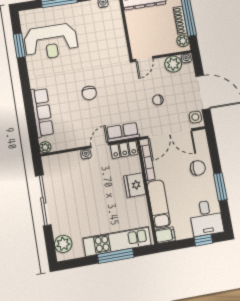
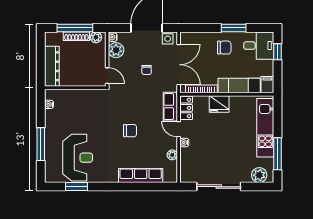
plant: (45, 147) -> (172, 155), moved
chair: (198, 168) -> (224, 48), moved, turned 90
window: (116, 256) -> (277, 154), moved

